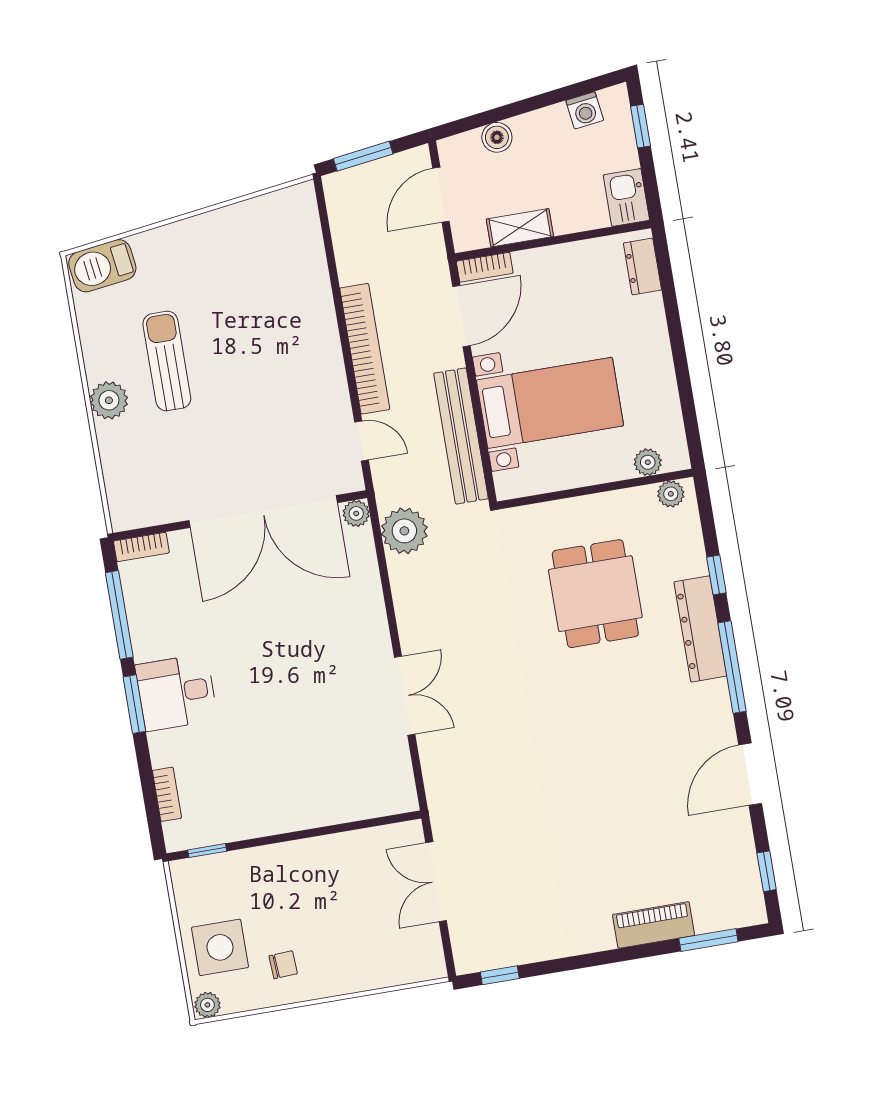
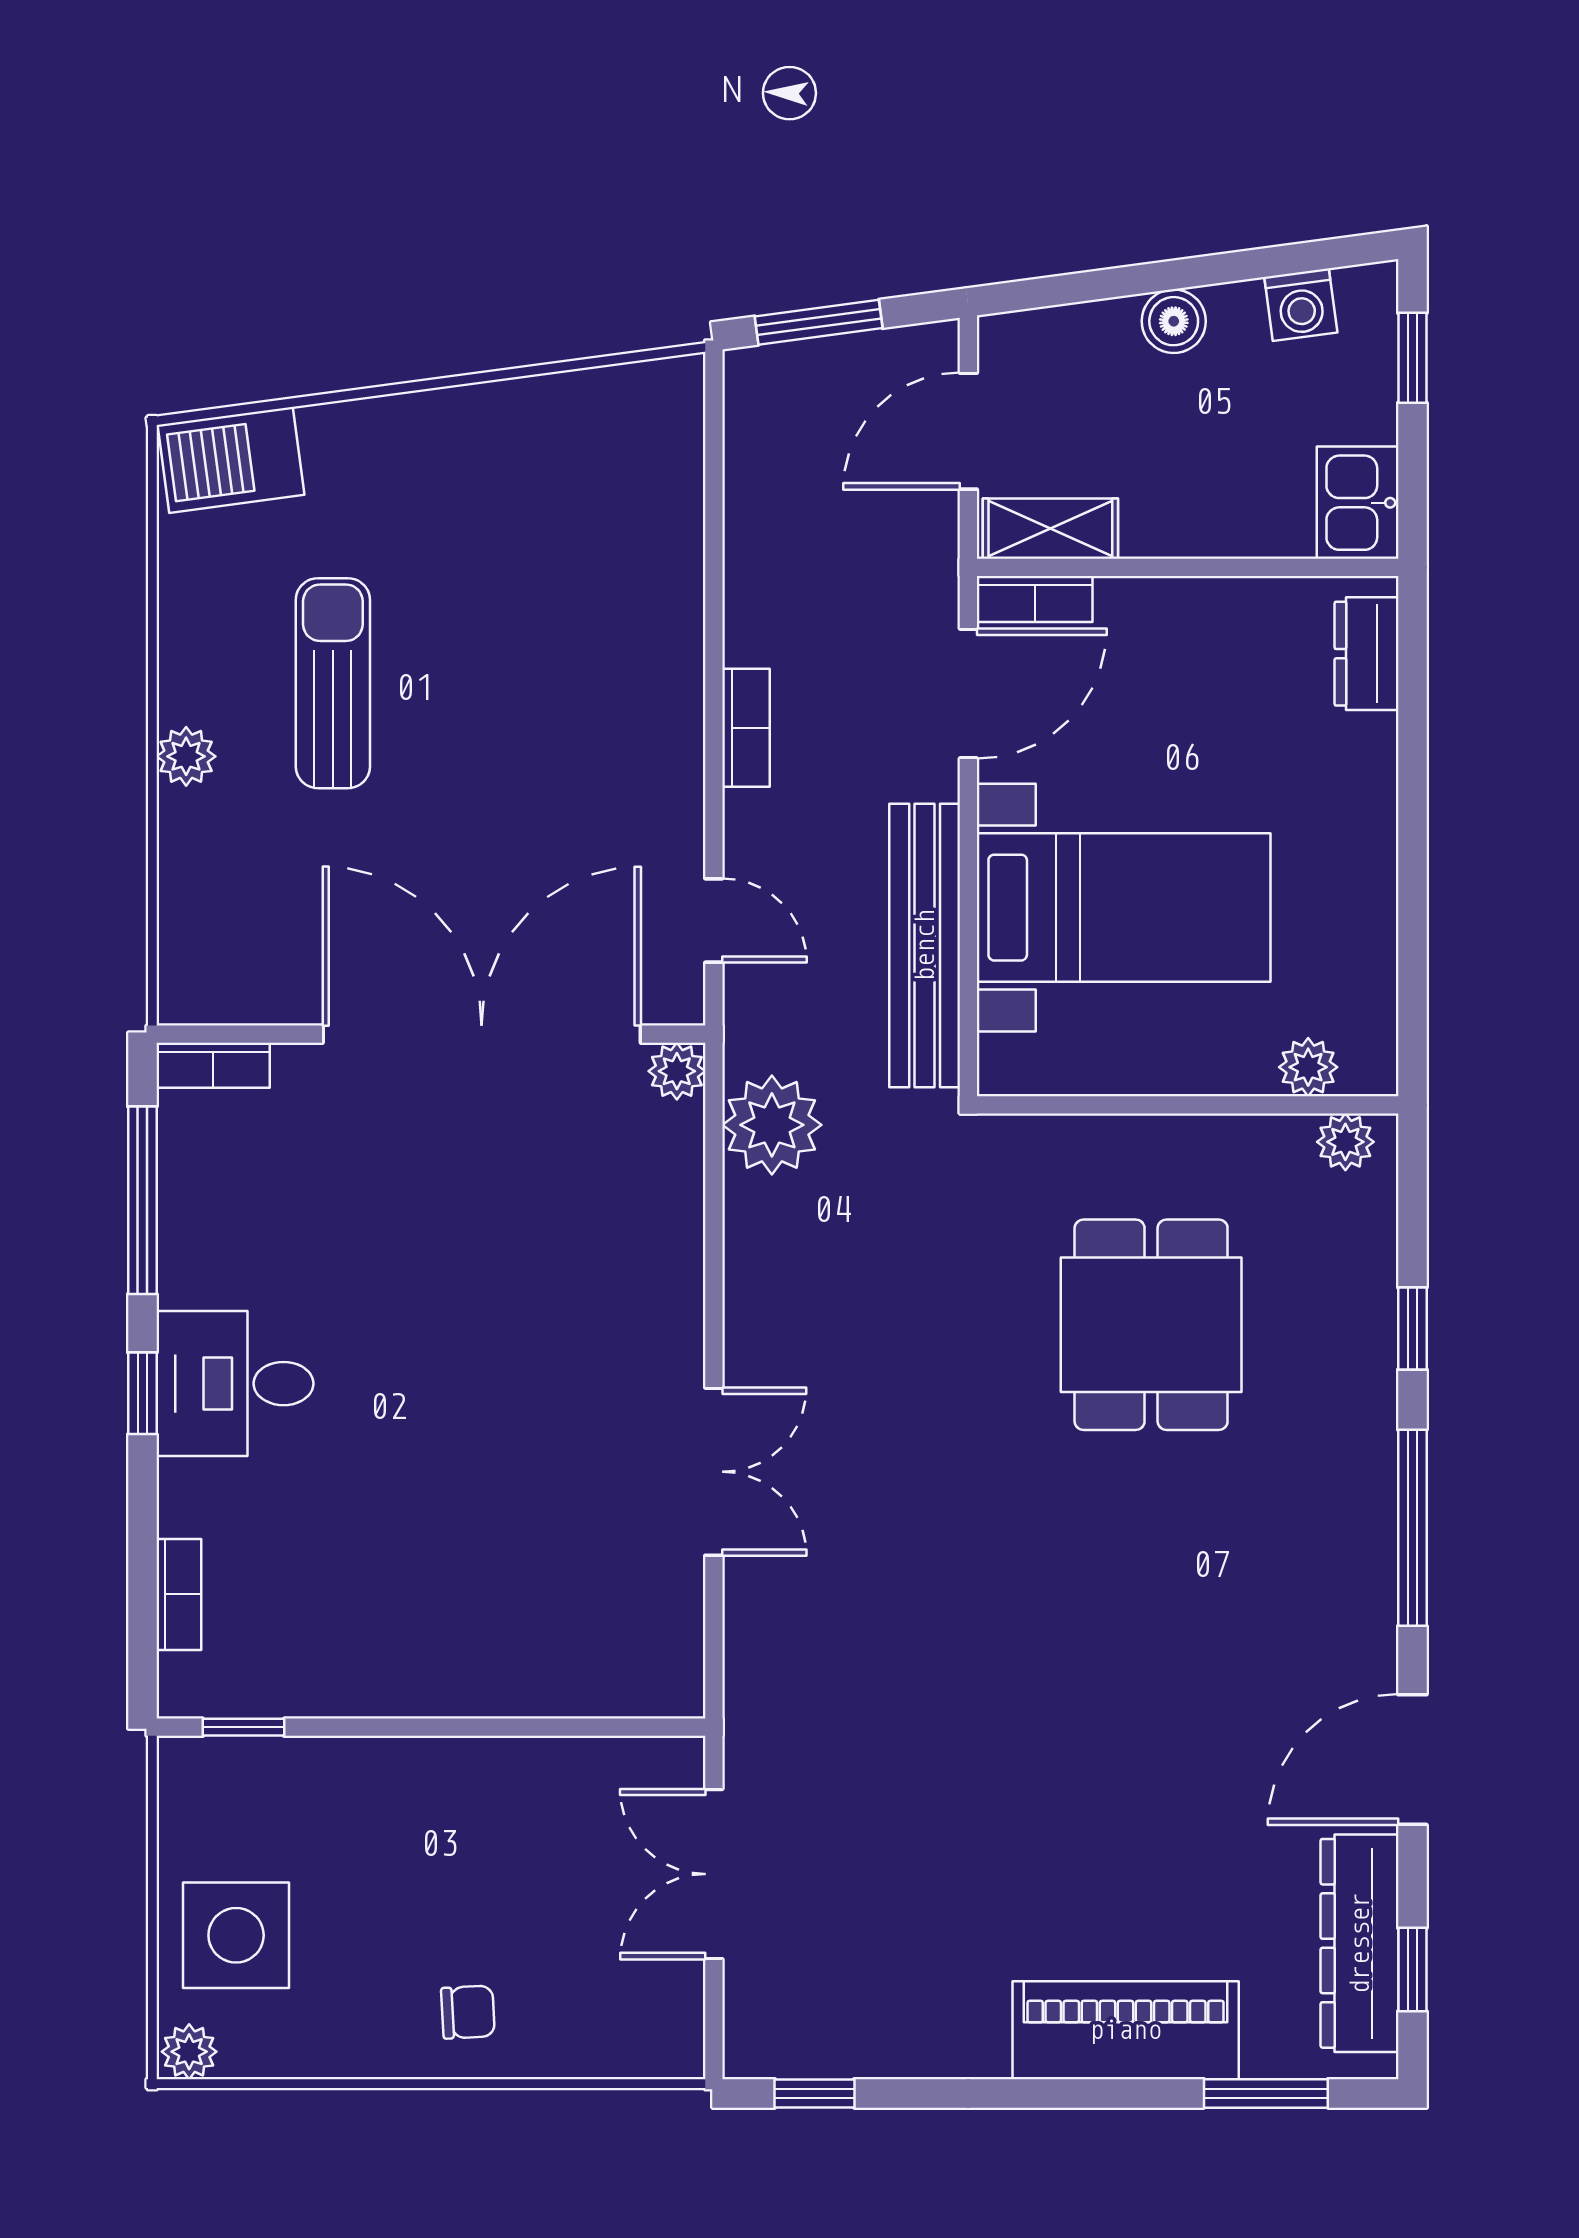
boiler: (497, 137) -> (1174, 321), moved
shelving: (520, 228) -> (1050, 529), moved
bookcase: (365, 349) -> (746, 728), width x0.43, depth x0.76
plant: (109, 400) -> (186, 756), width x0.73, depth x0.73
double door: (263, 512) -> (482, 1034), swing flipped
dresser: (700, 629) -> (1360, 1943), moved
window: (134, 704) -> (142, 1393), width x0.67
piano: (654, 925) -> (1126, 2030), width x1.37, depth x1.33
chair: (283, 965) -> (468, 2012), moved

